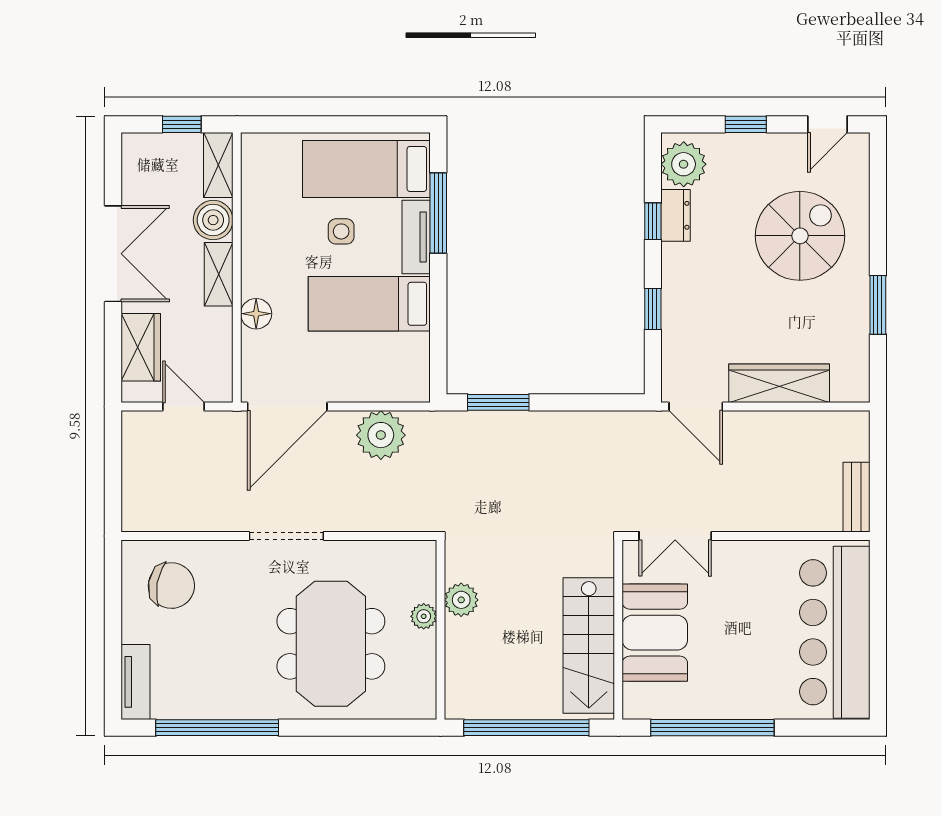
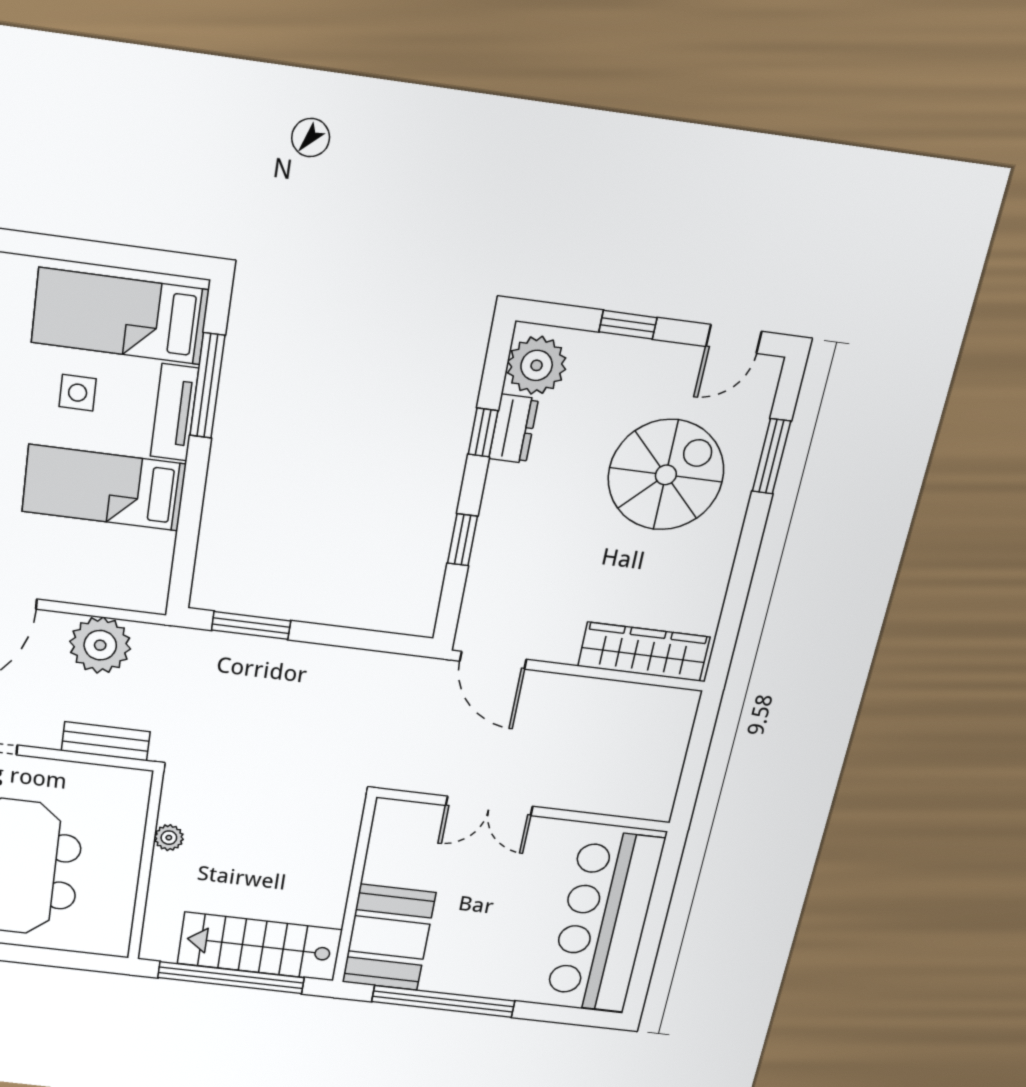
window: (878, 305) -> (771, 456), moved
wardrobe: (779, 383) -> (644, 652), moved
bench: (856, 497) -> (106, 741), moved, turned 90
double door: (675, 536) -> (489, 806), moved
plant: (461, 600) -> (169, 838), width x0.73, depth x0.73
plant: (424, 616) -> (127, 850), removed
booth: (655, 633) -> (389, 938), moved
stairs: (589, 646) -> (260, 947), moved, turned 90

